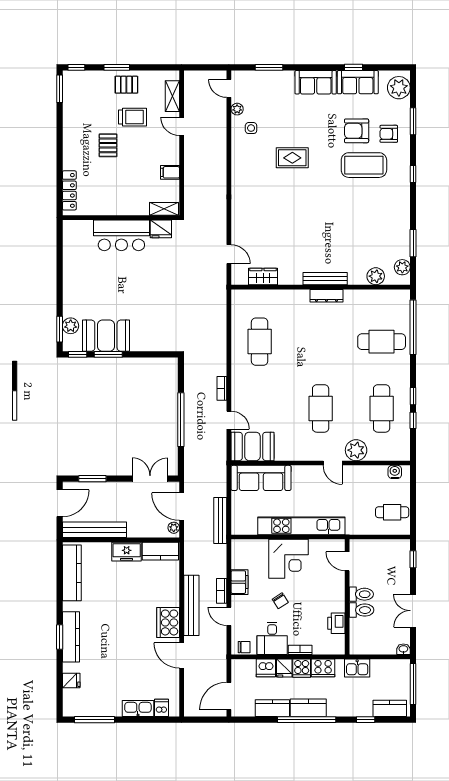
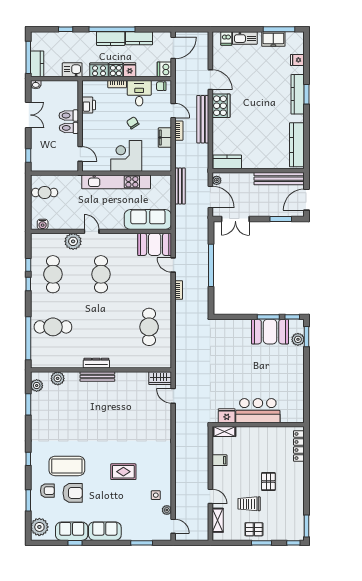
wardrobe: (263, 277) -> (160, 378), moved
freezer: (127, 552) -> (273, 39), moved, turned 180
dishwasher: (266, 668) -> (164, 69), moved, turned -90
kitchen counter: (390, 708) -> (37, 64), moved, turned -90

